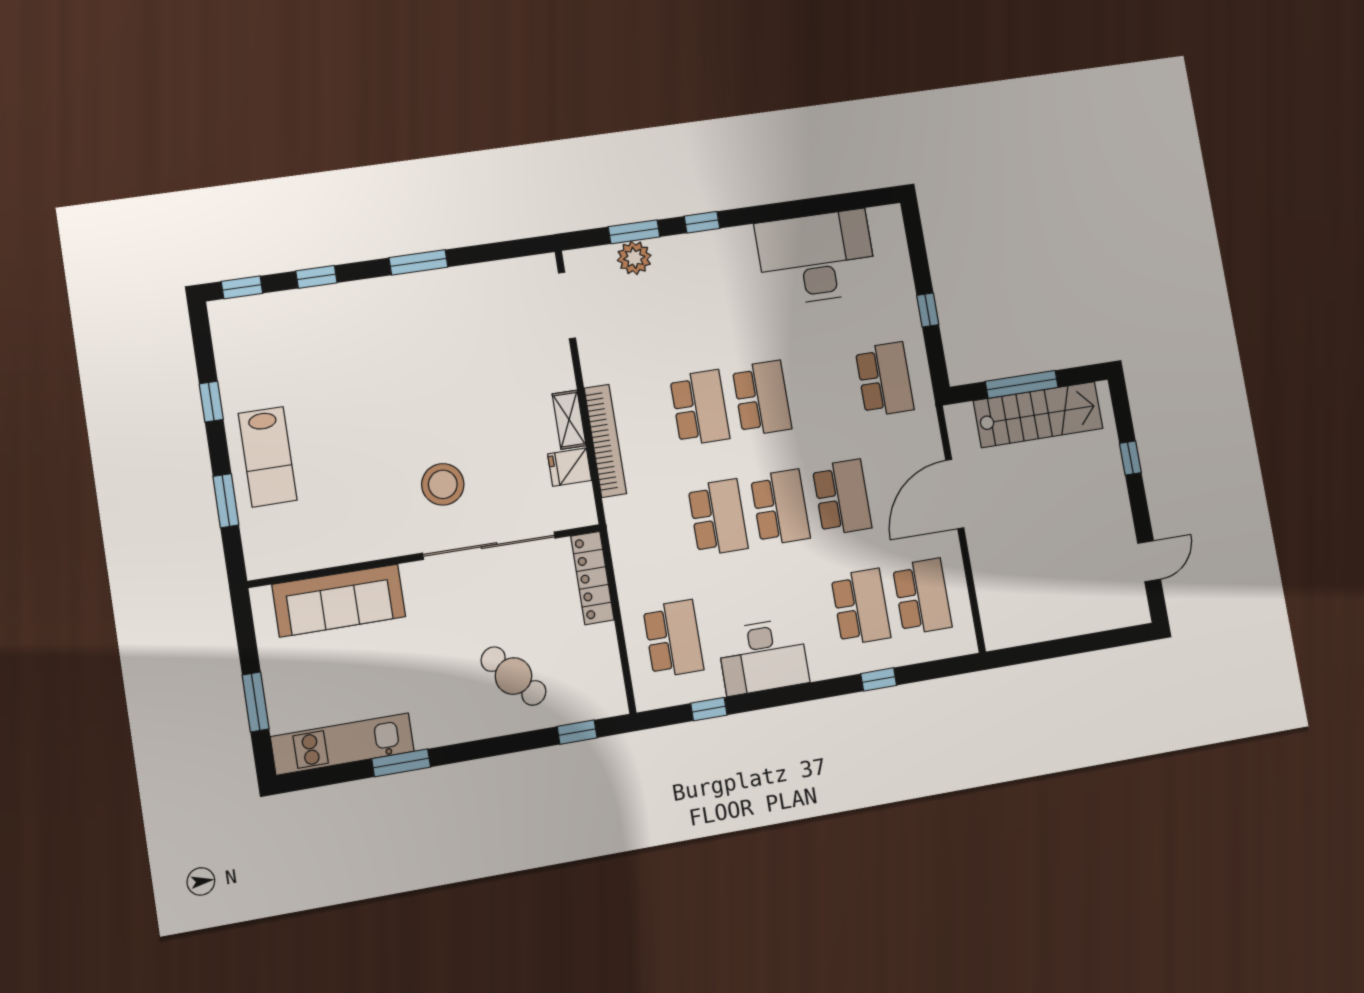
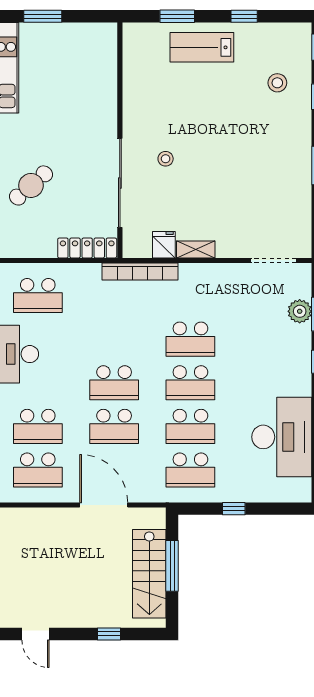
stool: (304, 338) -> (277, 83), added
bookcase: (605, 441) -> (140, 271), moved
stool: (443, 484) -> (166, 159), width x0.53, depth x0.53
school desk: (718, 517) -> (190, 426), moved
sofa: (339, 601) -> (100, 79), removed

